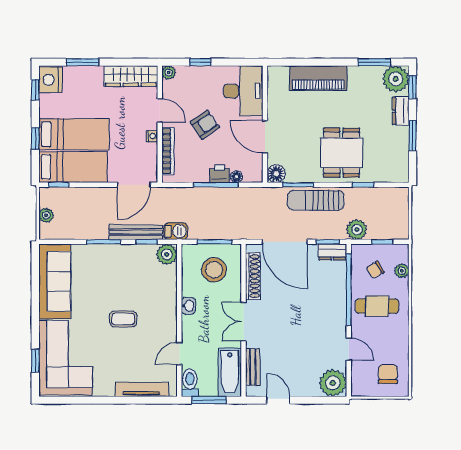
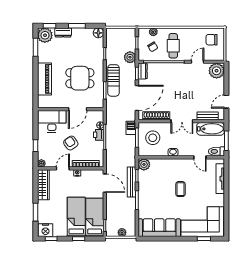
dining table: (342, 153) -> (80, 78), moved
floor lamp: (276, 174) -> (98, 33), moved
barbecue: (176, 231) -> (131, 128), moved

